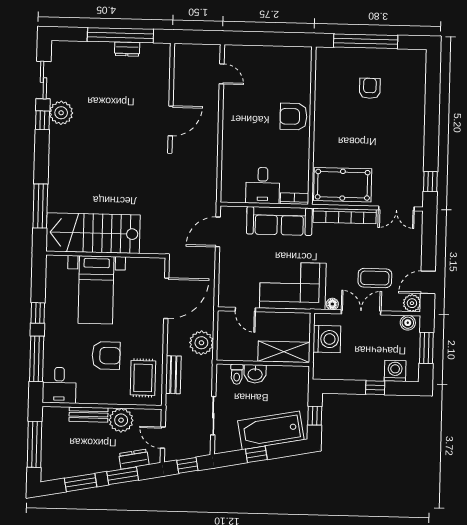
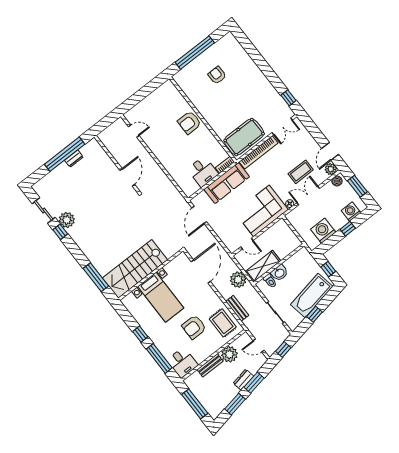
washing machine: (327, 339) -> (323, 231), moved, turned -90
shelving: (284, 352) -> (263, 266), moved
armchair: (106, 356) -> (194, 327), turned 180
dresser: (134, 459) -> (243, 380), moved

